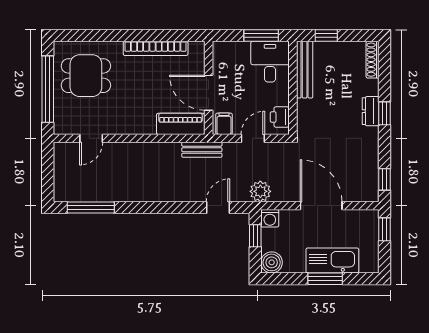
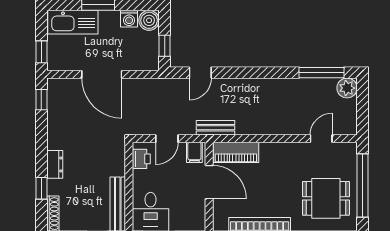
window: (384, 113) -> (41, 188), moved
plant: (260, 191) -> (347, 88), moved
washing machine: (270, 218) -> (129, 19), moved, turned 180
kitchen sink: (332, 260) -> (73, 22), moved

